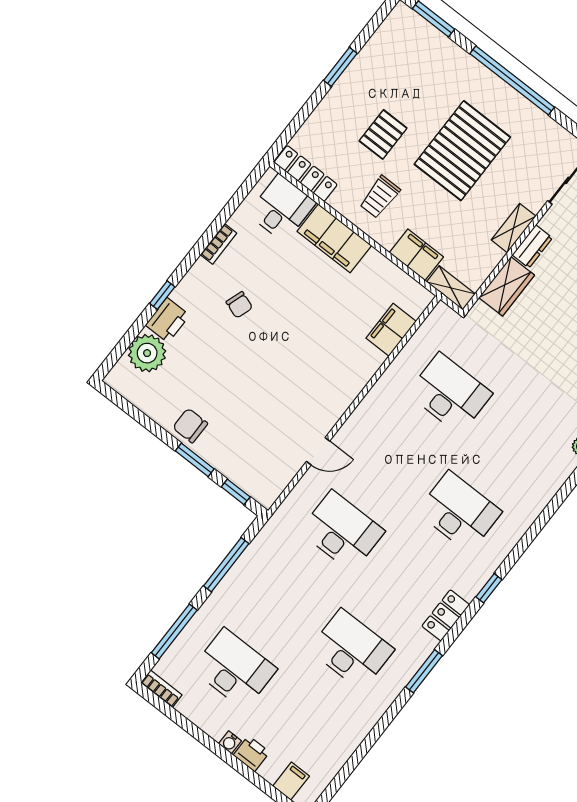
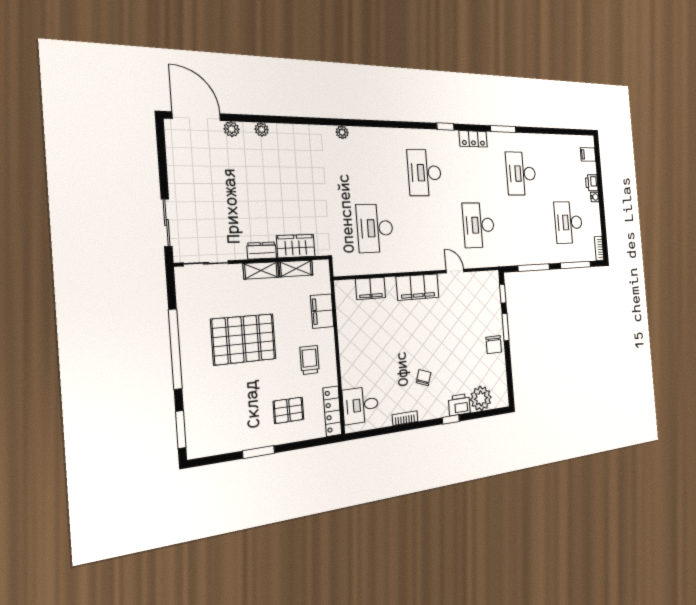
pallet: (383, 134) -> (288, 410), moved
trolley: (380, 197) -> (310, 360), turned -90
filing cabinet: (334, 238) -> (418, 287), moved, turned 90
shelving: (451, 288) -> (296, 268), moved, turned 90

